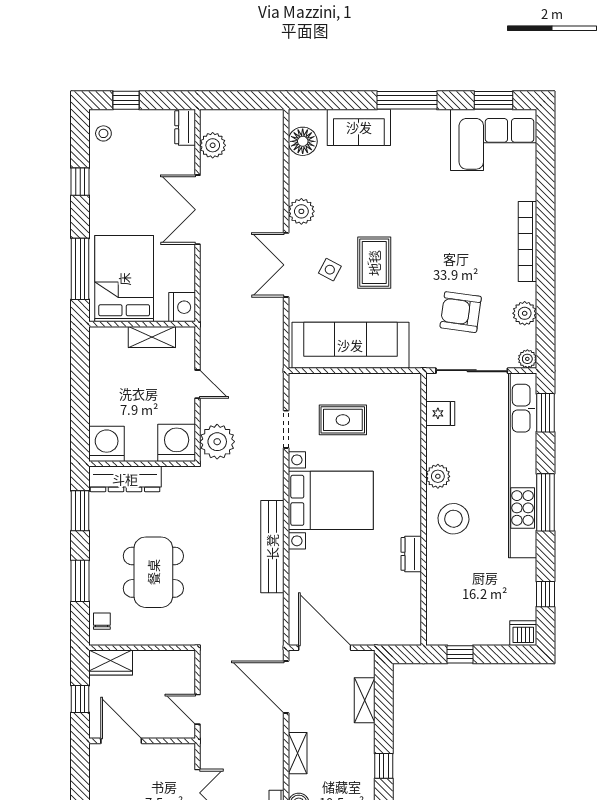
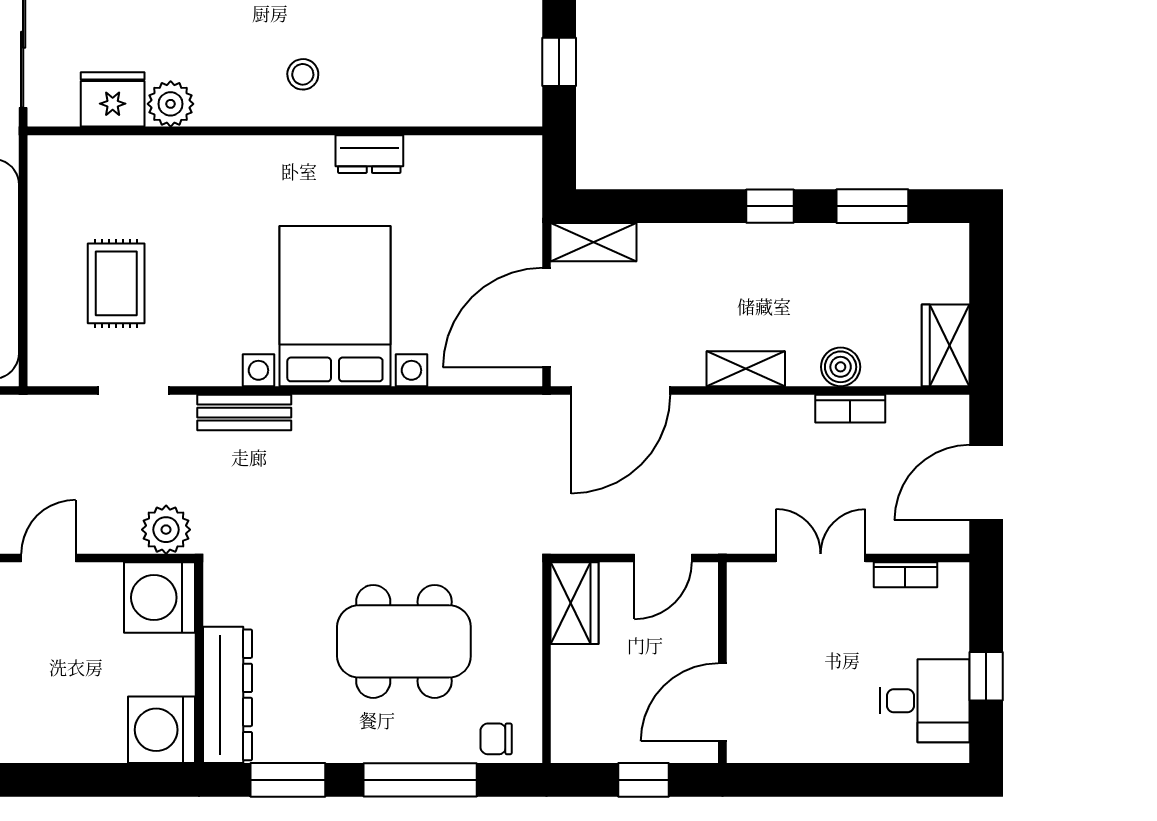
fridge: (440, 413) -> (113, 99), width x1.38
plant: (217, 442) -> (166, 530), width x0.73, depth x0.73
plant: (438, 476) -> (171, 104), moved
bed with nightstands: (331, 500) -> (335, 306), moved
stool: (453, 519) -> (303, 74), width x0.53, depth x0.53
bench: (272, 547) -> (244, 413), moved, width x0.54, depth x0.82
window: (80, 581) -> (420, 780), width x1.44
wardrobe: (111, 663) -> (574, 603), moved
shelving: (365, 700) -> (594, 242), moved

